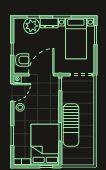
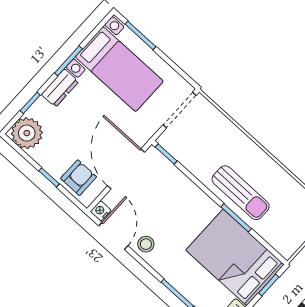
plant: (32, 26) -> (27, 133), moved
sun lounger: (71, 125) -> (241, 193), width x0.73, depth x0.75

